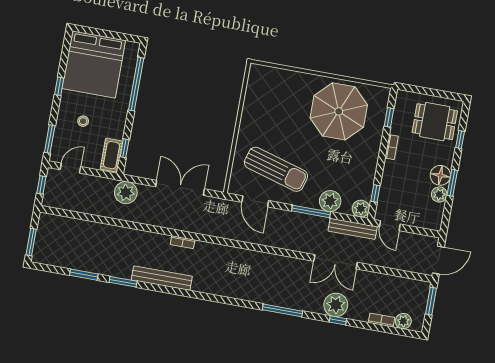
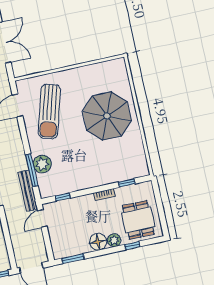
parasol: (339, 111) -> (107, 116), moved
window: (452, 183) -> (73, 259), moved
plant: (439, 194) -> (114, 240), moved
plant: (361, 209) -> (46, 191), removed
window: (311, 211) -> (32, 170), moved

